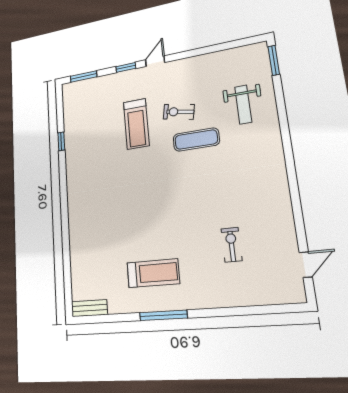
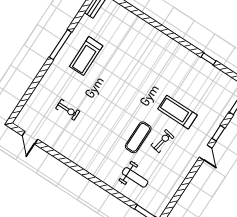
weight bench: (243, 104) -> (135, 177), turned 180

